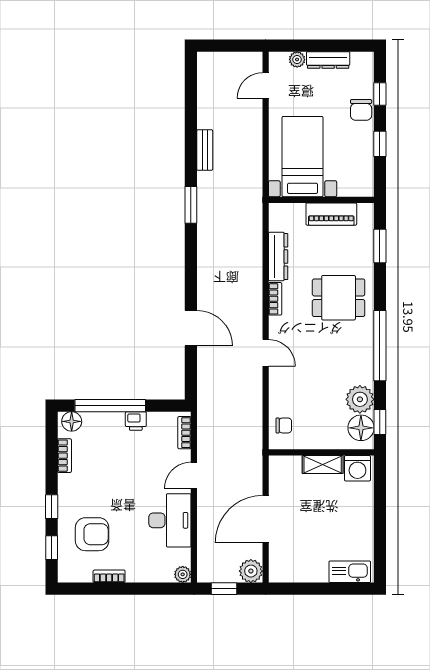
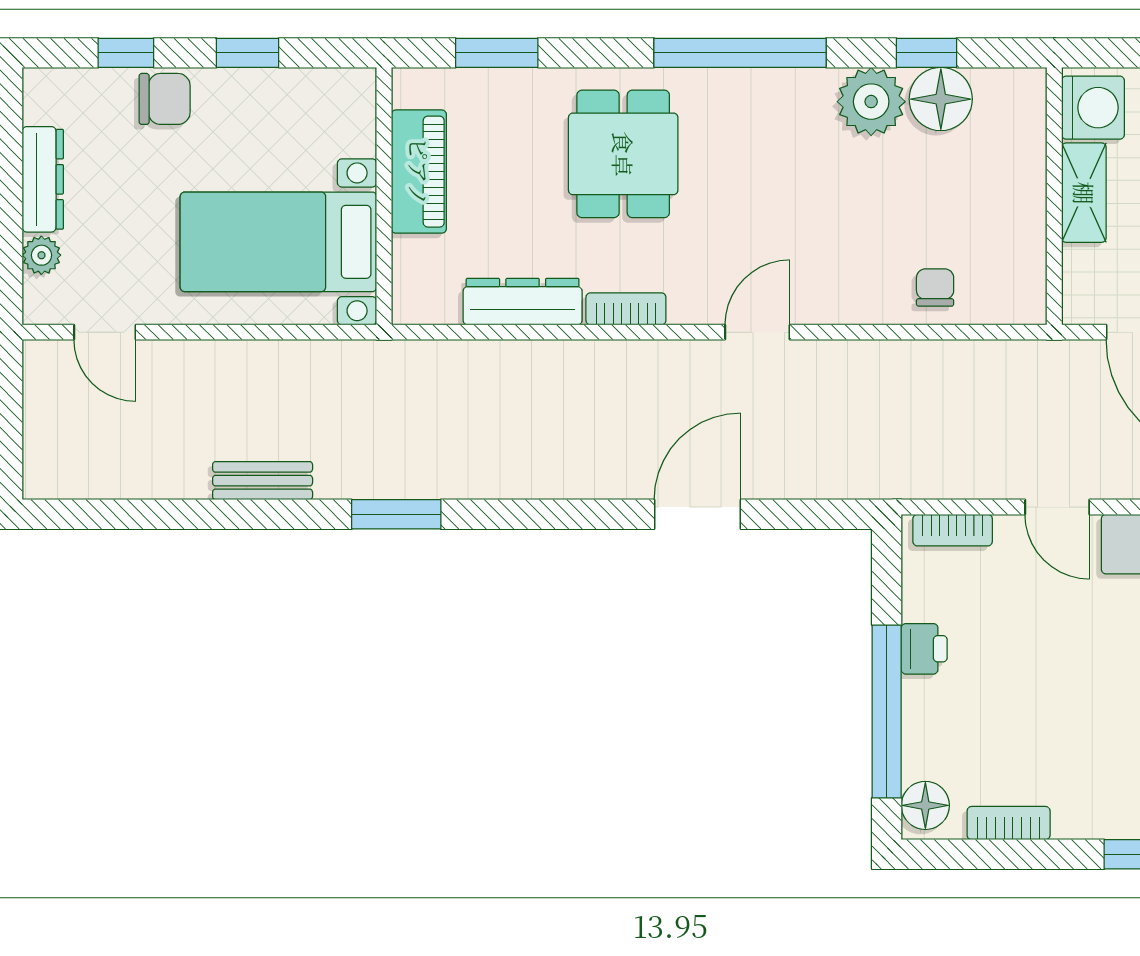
wall: (321, 452) -> (1054, 196), moved
shelving: (323, 465) -> (1084, 193), moved
washing machine: (357, 468) -> (1093, 108), moved

